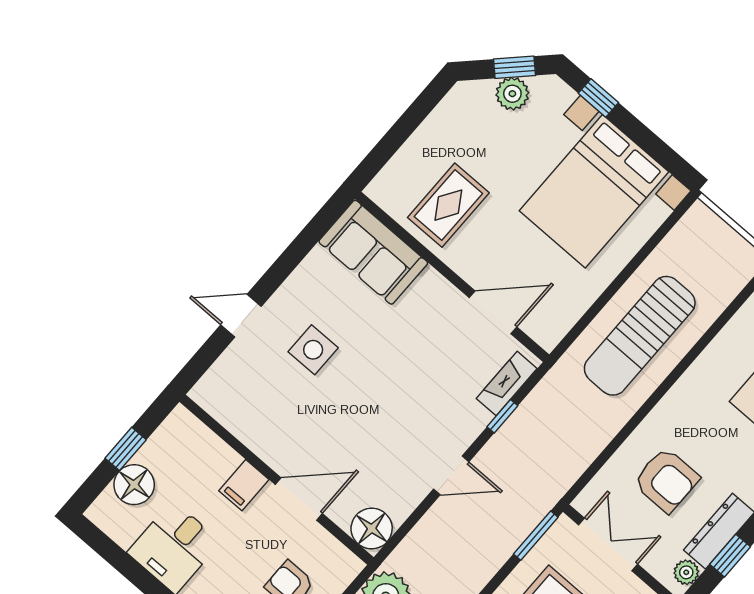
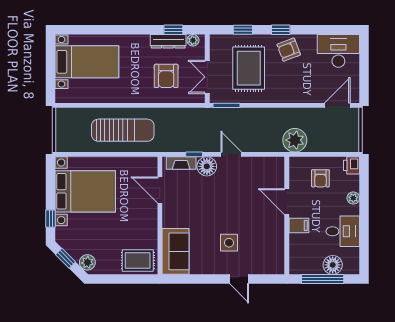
plant: (512, 94) -> (87, 262), moved
rug: (448, 205) -> (138, 261), moved
window: (126, 449) -> (323, 279), width x2.17
armchair: (666, 480) -> (166, 76), turned 180
floor lamp: (372, 529) -> (207, 166), moved

